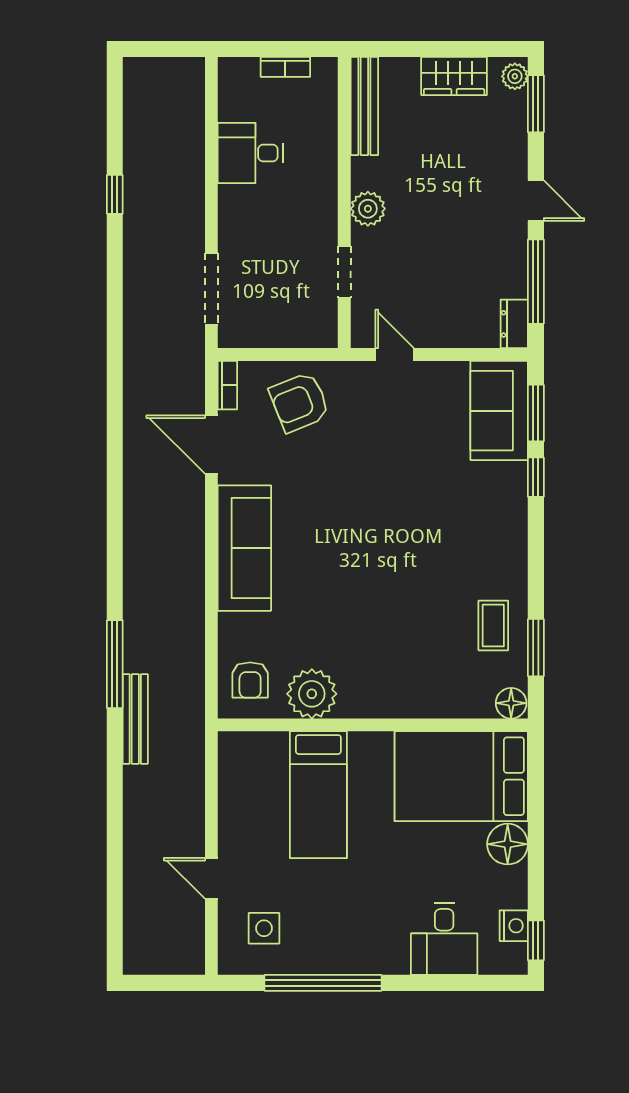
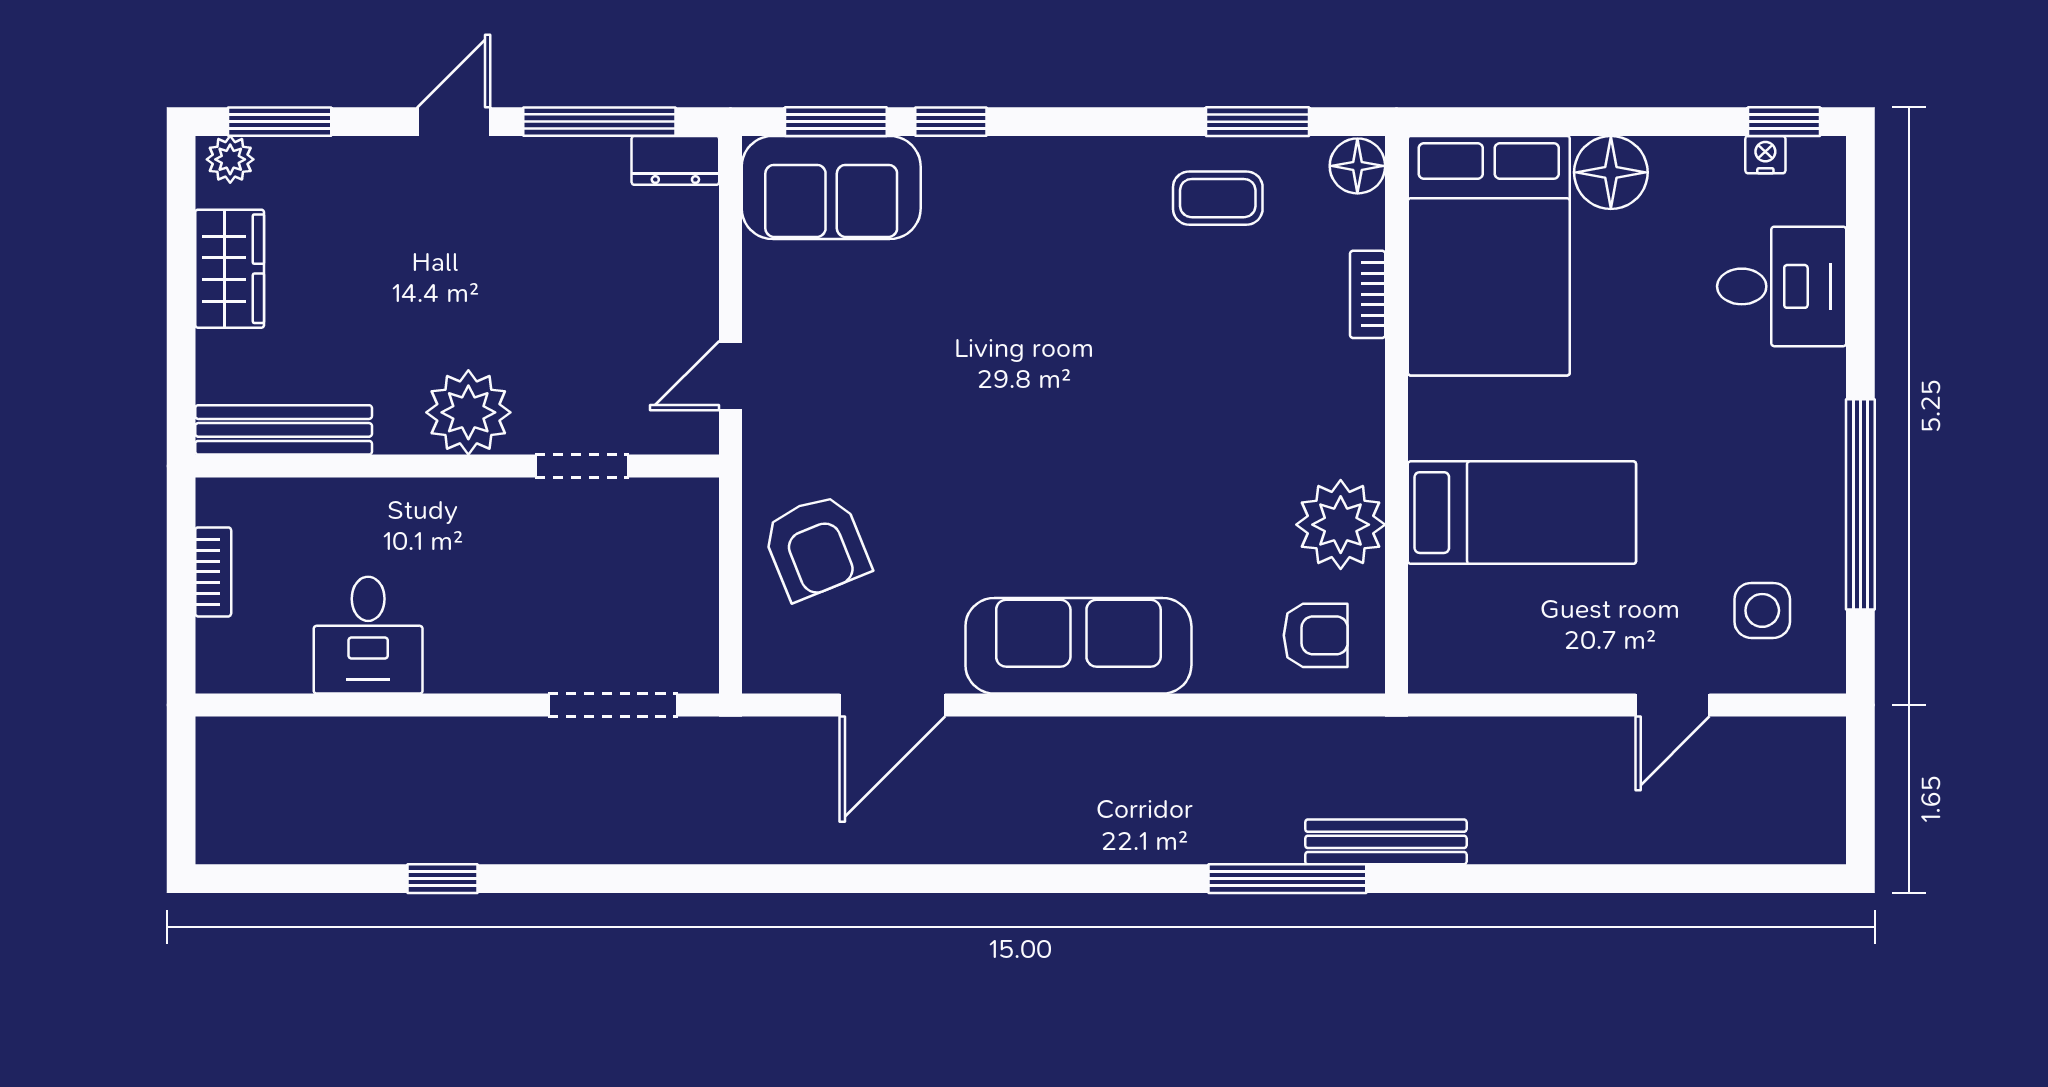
plant: (368, 209) -> (468, 412), width x1.36, depth x1.36
bookcase: (227, 385) -> (1368, 294), moved, turned -90
nightstand: (514, 926) -> (1765, 155), width x0.72, depth x0.74

